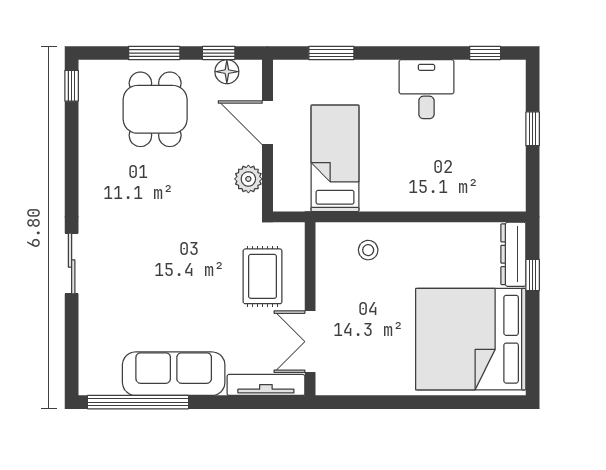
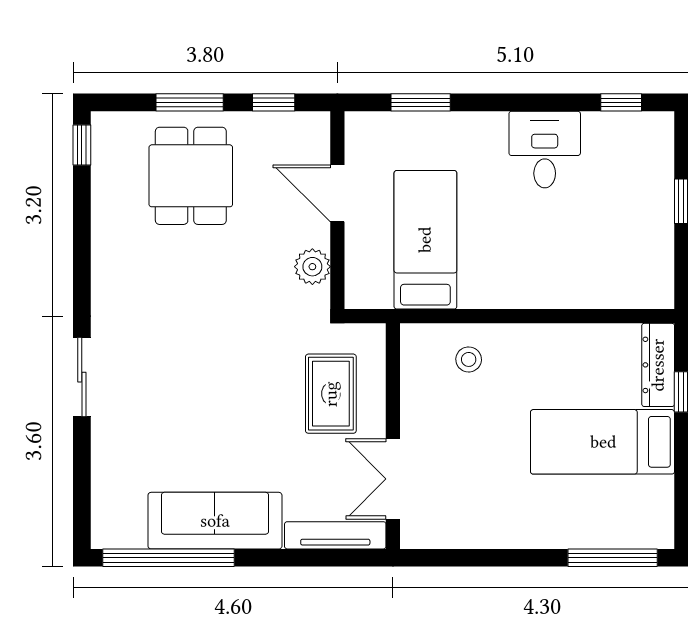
floor lamp: (227, 72) -> (284, 127), removed
bed: (471, 339) -> (603, 442), width x0.49
window: (479, 402) -> (613, 558), added

